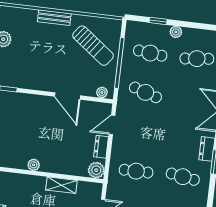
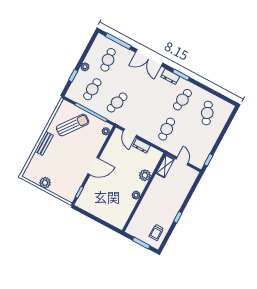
door: (67, 96) -> (93, 166), moved
plant: (96, 170) -> (145, 175), moved
shelving: (61, 185) -> (165, 166), moved

